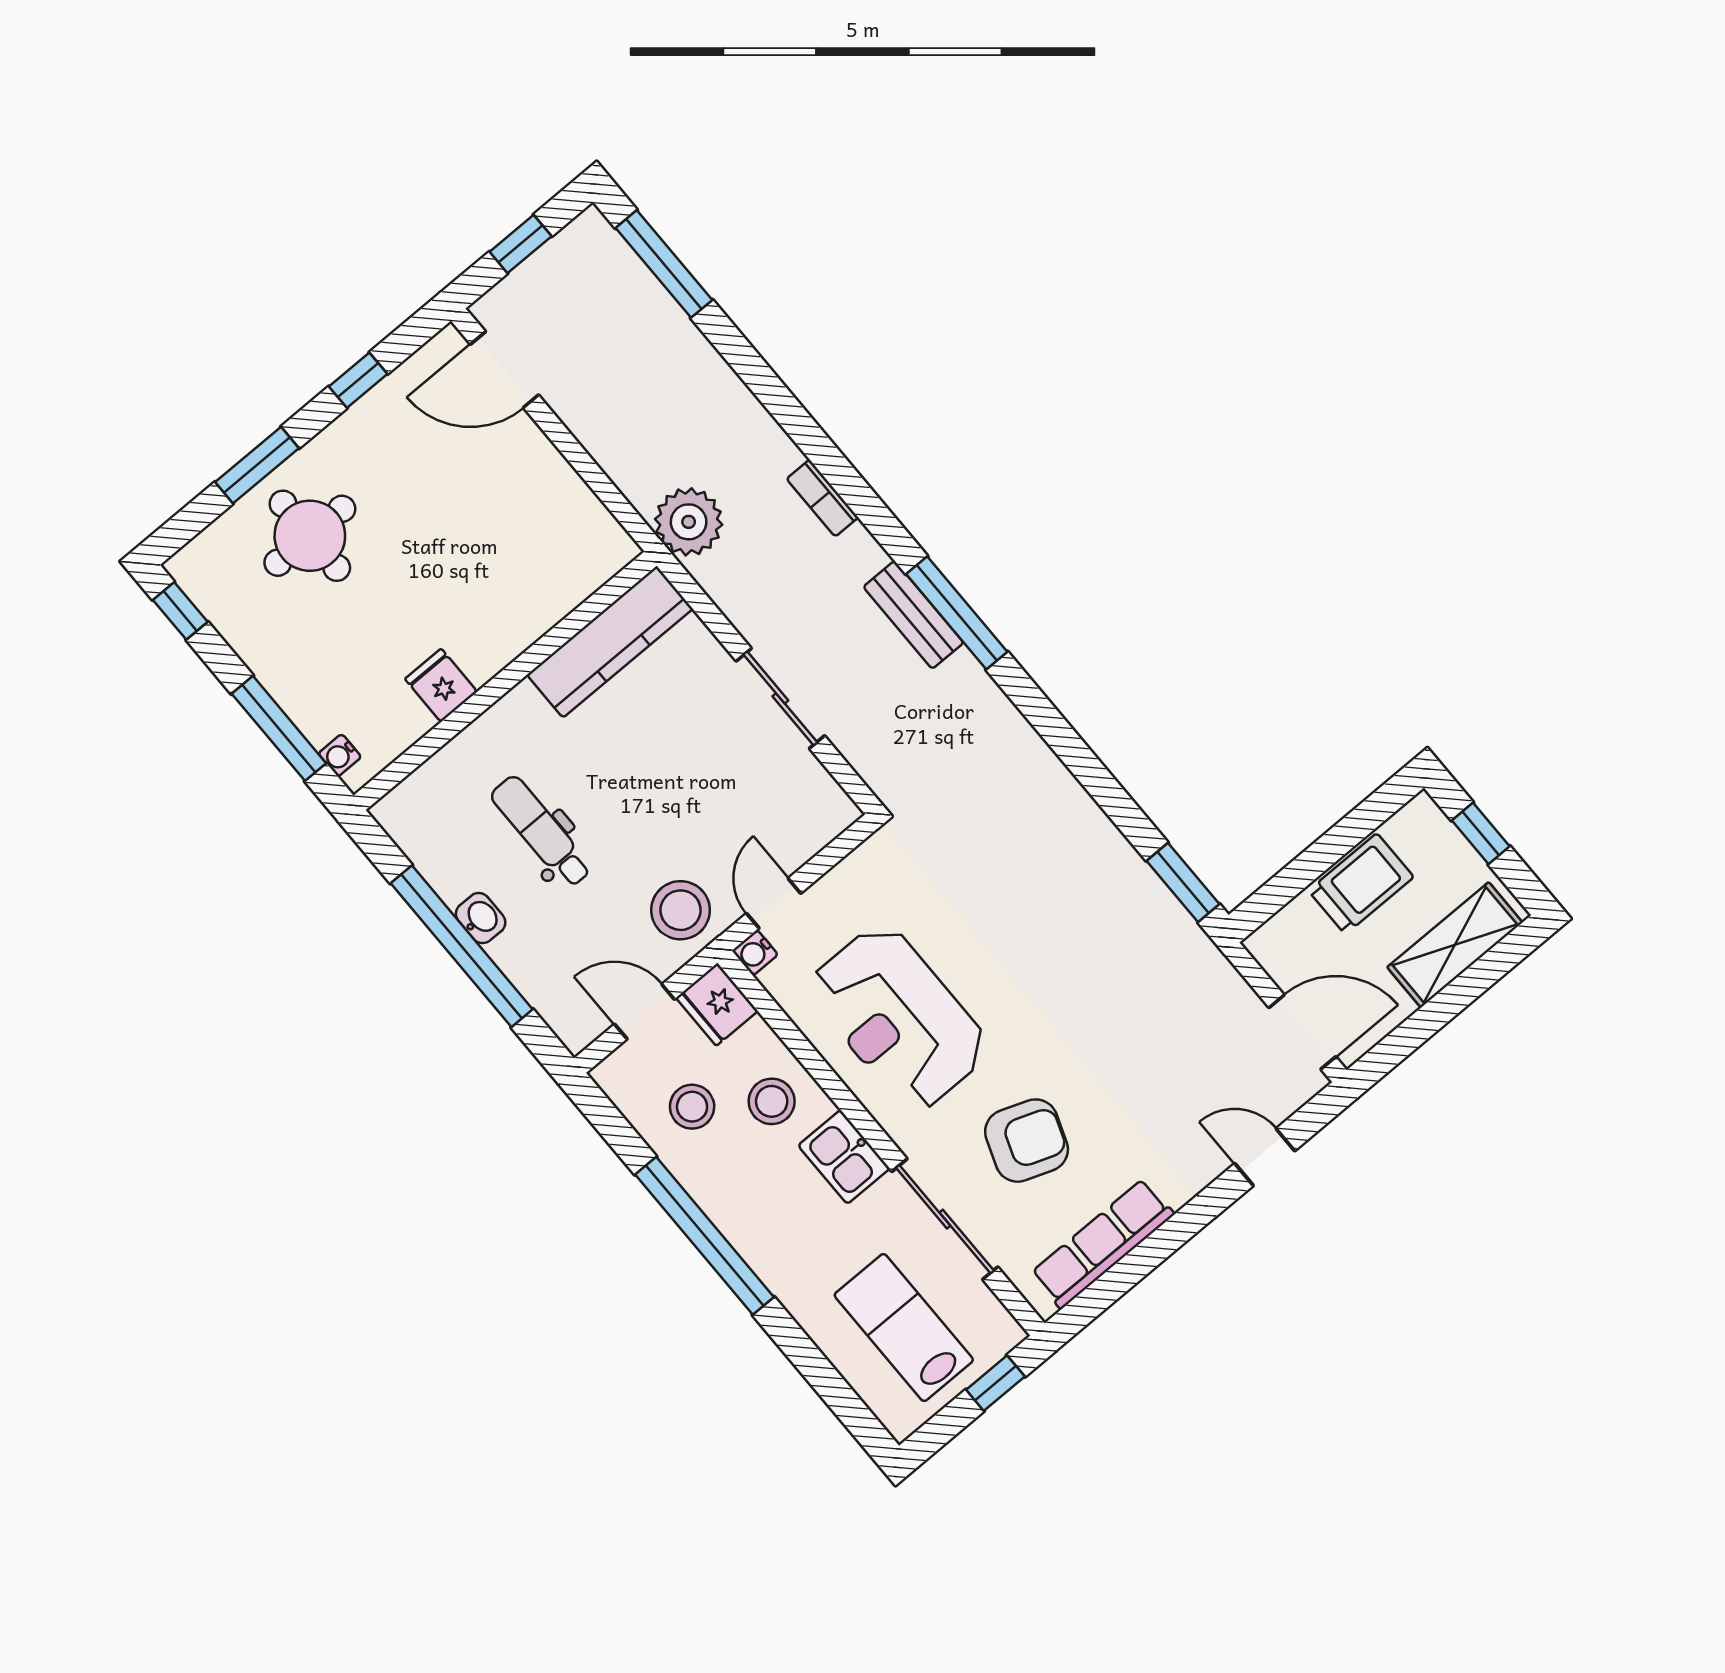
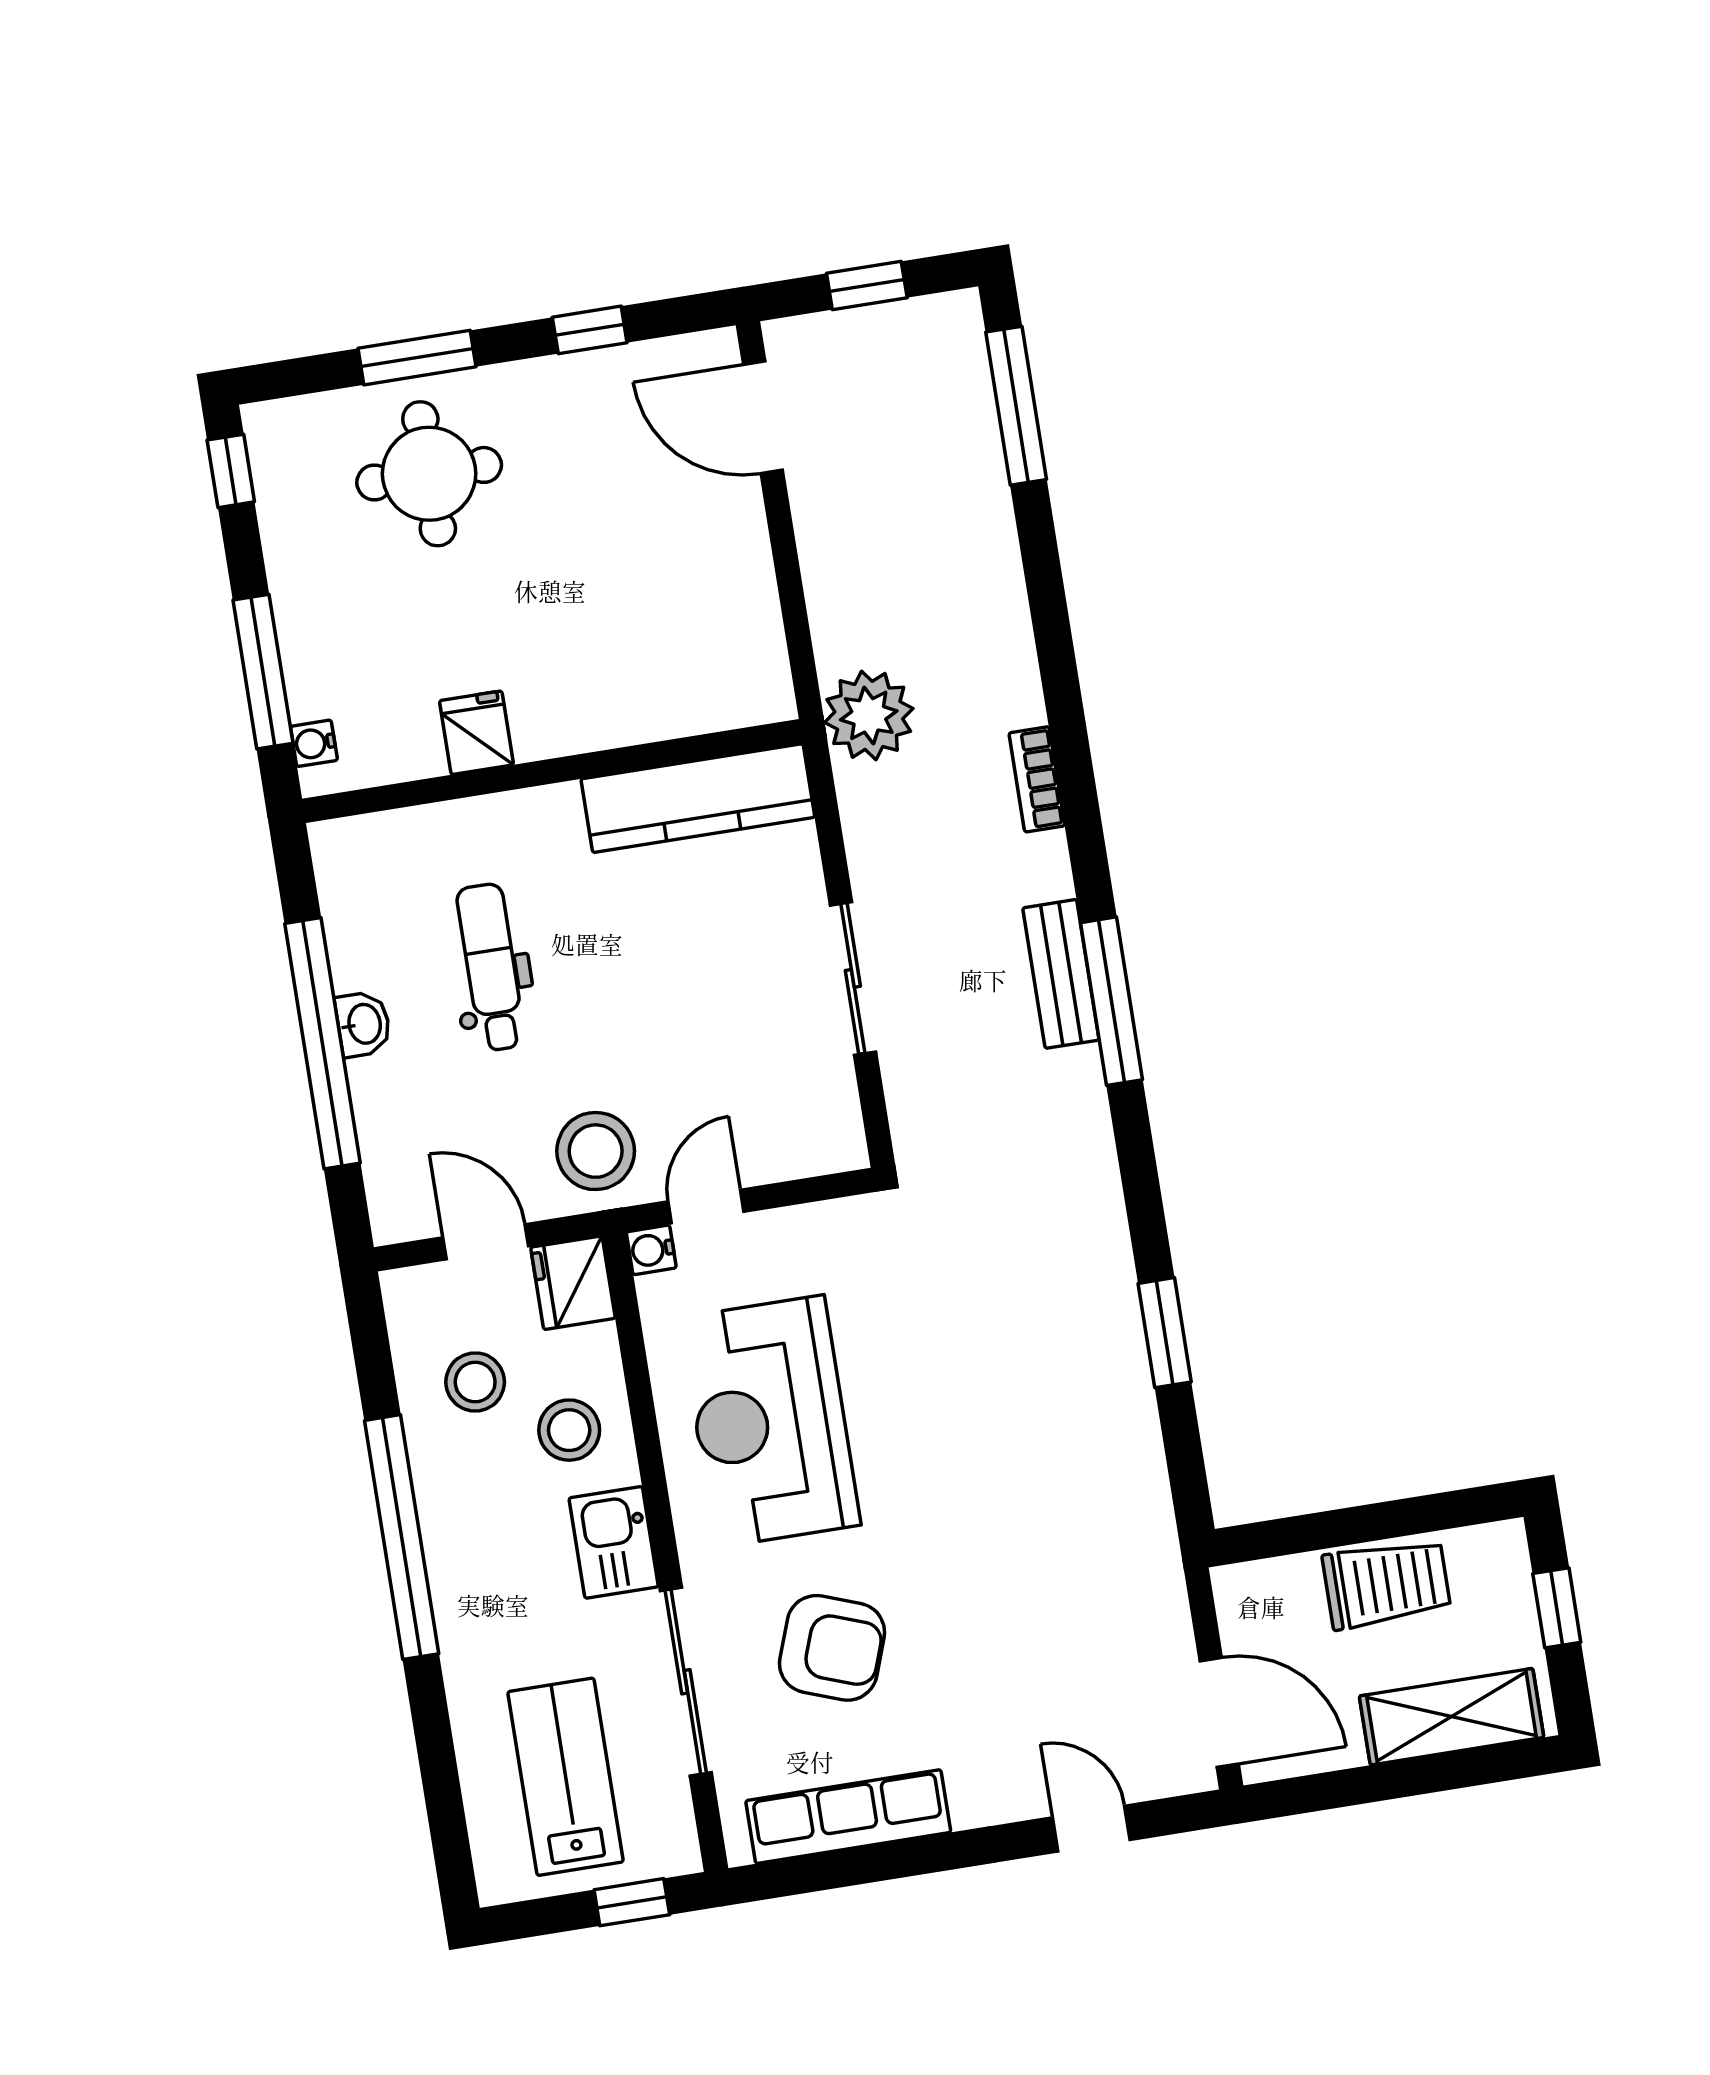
window: (1183, 882) -> (1165, 1333), moved

